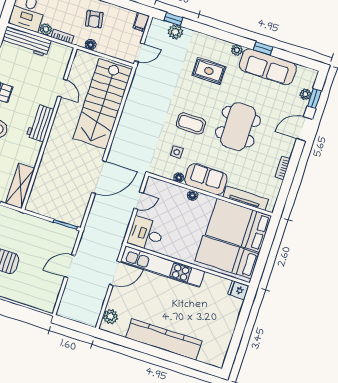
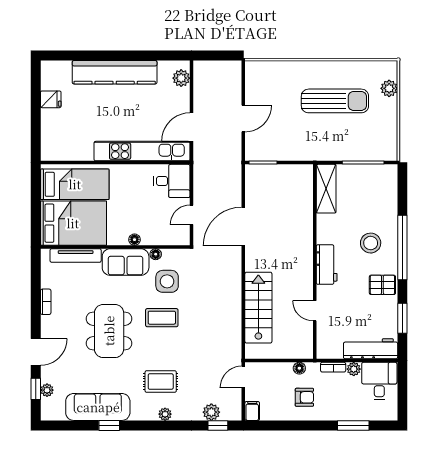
armchair: (94, 19) -> (304, 397), turned 100
plant: (237, 50) -> (165, 414), moved
stairs: (103, 104) -> (258, 308), width x0.73, depth x0.66
side table: (177, 152) -> (167, 281), width x1.87, depth x1.87
fridge: (238, 290) -> (51, 99), moved

